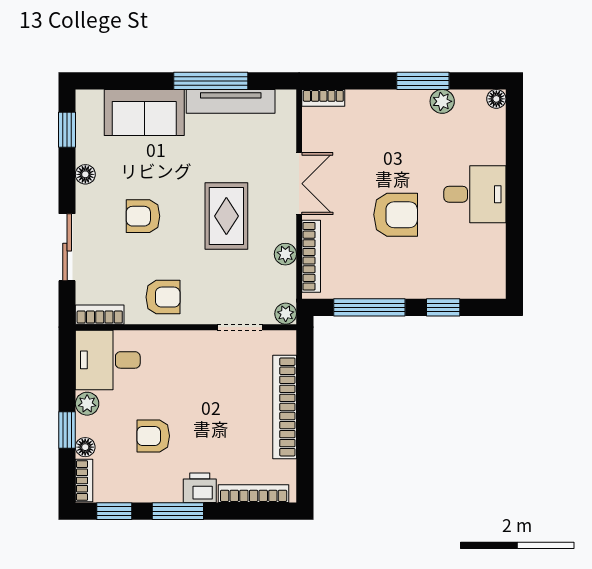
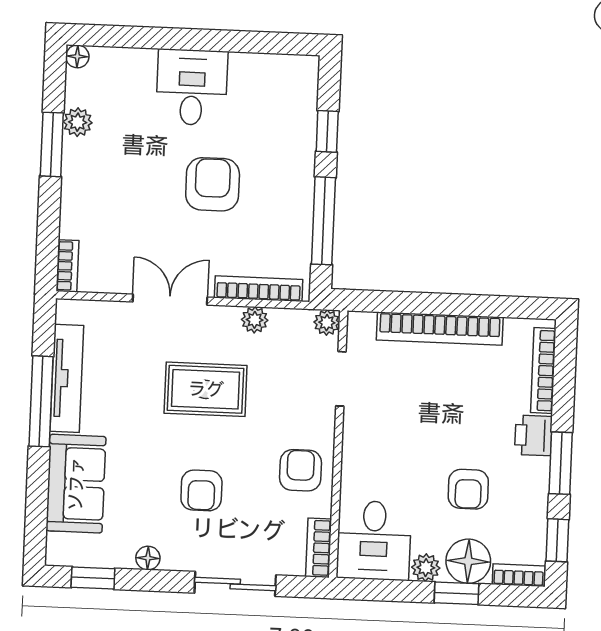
floor lamp: (85, 447) -> (468, 561), width x1.89, depth x1.89

